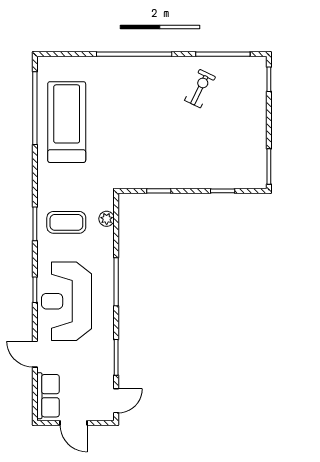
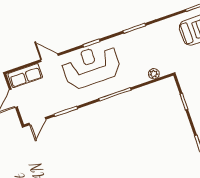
coffee table: (66, 222) -> (142, 48), removed
door: (35, 354) -> (49, 58), hinge flipped
door: (116, 401) -> (37, 121), hinge flipped

